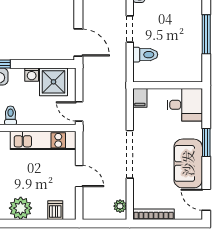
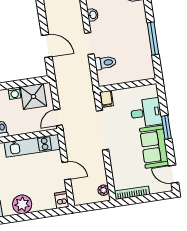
door: (78, 43) -> (47, 46), moved
desk: (185, 105) -> (146, 113), moved
door: (79, 111) -> (58, 117), hinge flipped
doorway: (130, 154) -> (103, 130), moved
dishwasher: (55, 210) -> (62, 200), moved

